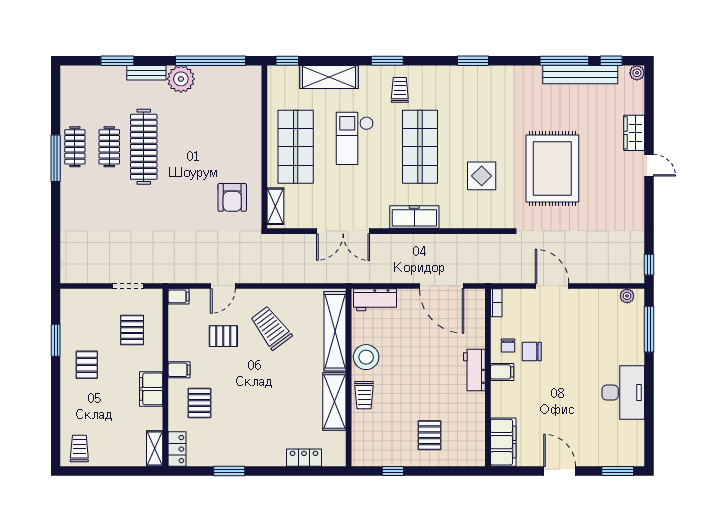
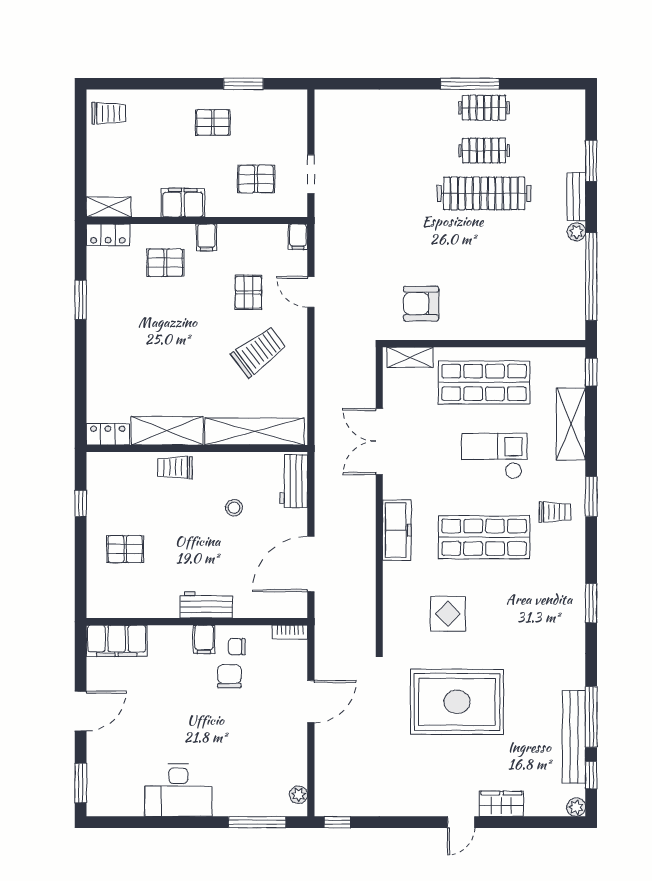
plant: (181, 79) -> (576, 232), width x0.53, depth x0.53
stool: (366, 357) -> (234, 508), moved, width x0.53, depth x0.53
locker: (304, 458) -> (108, 434), moved, turned -90

